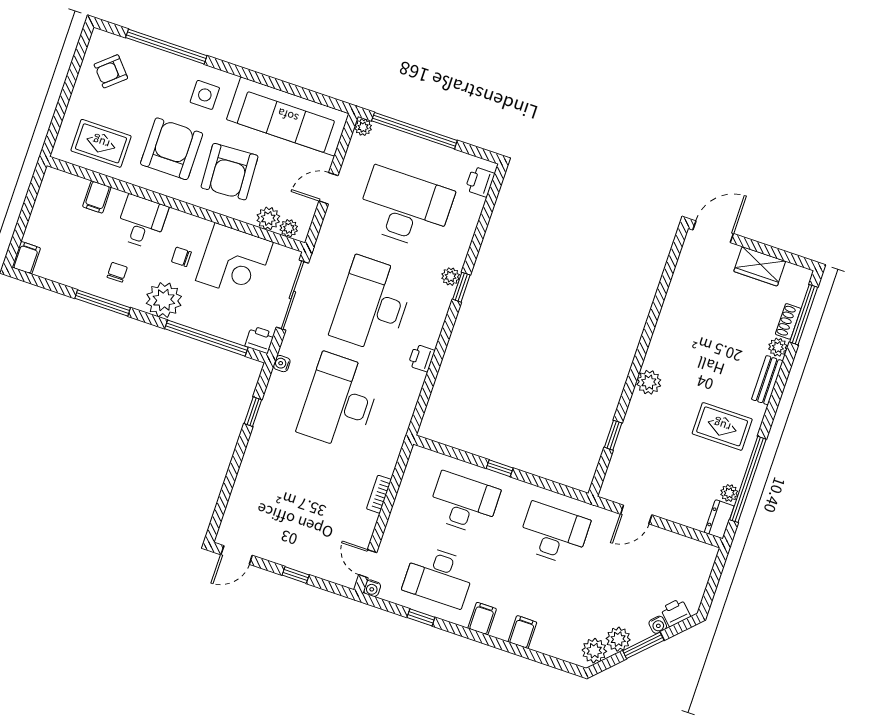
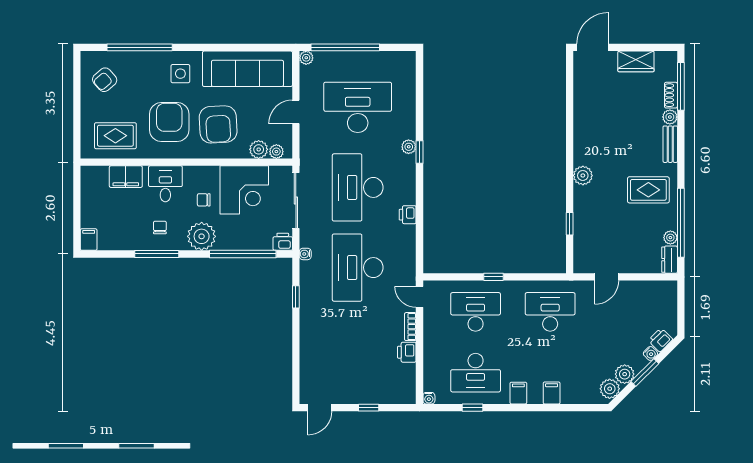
printer: (480, 182) -> (407, 352), moved
filing cabinet: (97, 197) -> (126, 177), width x2.00
door: (368, 564) -> (419, 297), moved

